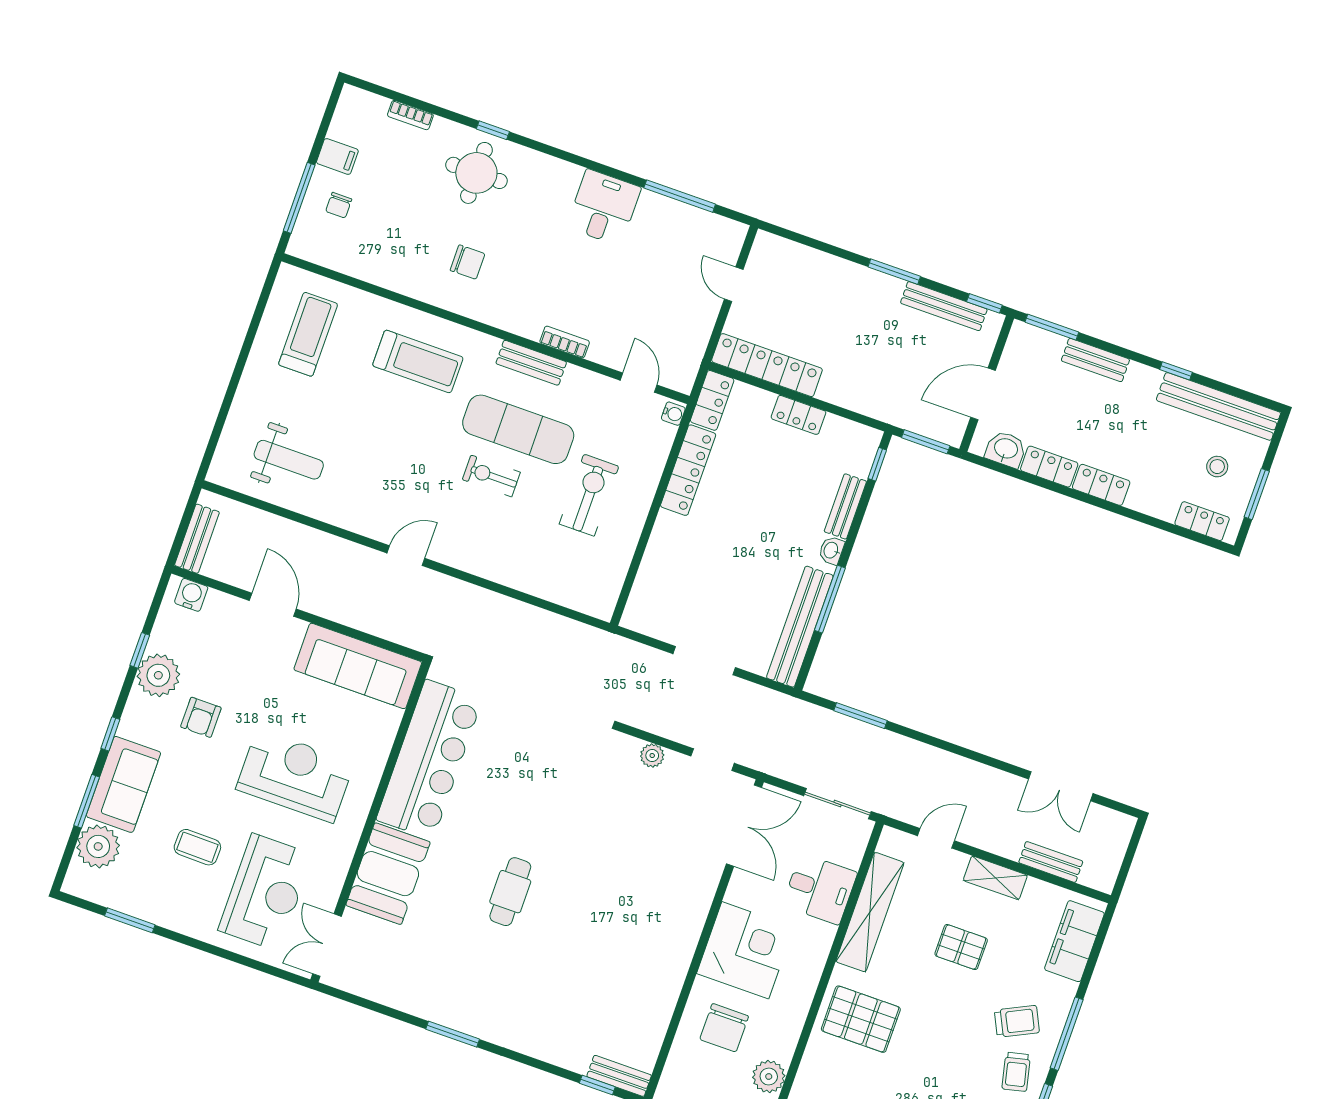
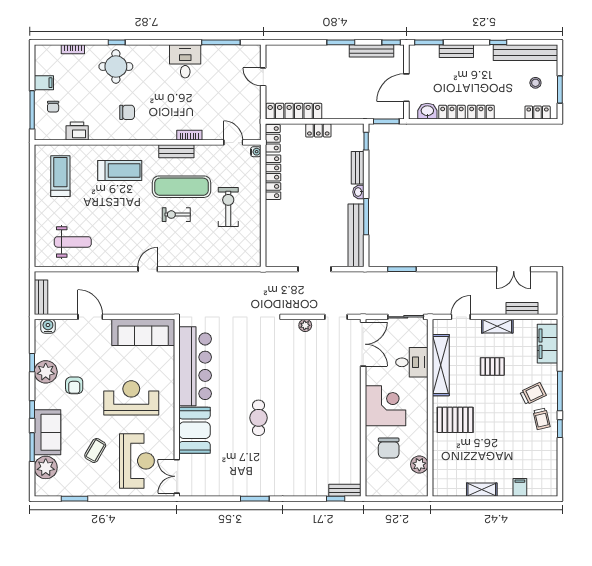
printer: (366, 264) -> (77, 131), added
coffee table: (197, 847) -> (95, 450), turned -61

